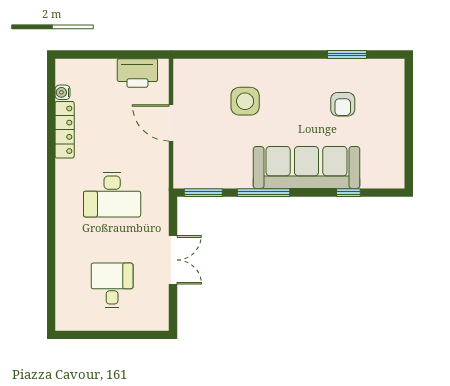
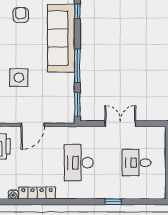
armchair: (343, 104) -> (21, 15), turned -90
desk: (112, 195) -> (79, 163), turned 180
window: (51, 249) -> (113, 202), added

